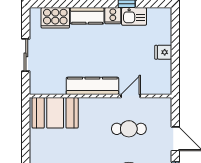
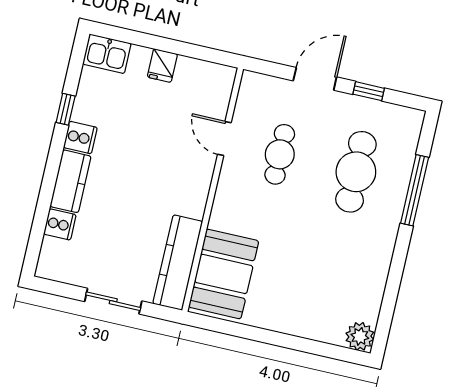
kitchen sink: (134, 16) -> (107, 54), moved, turned 90
cooker: (55, 18) -> (60, 224), width x0.53, depth x0.76
kitchen counter: (92, 86) -> (178, 263), moved

